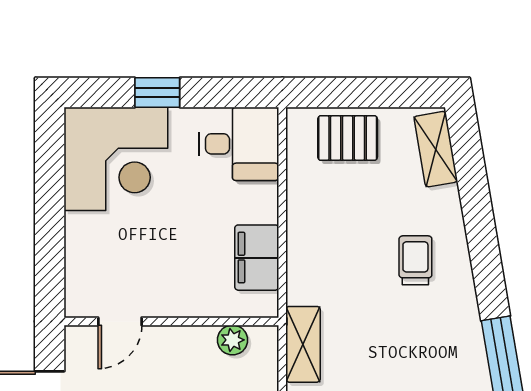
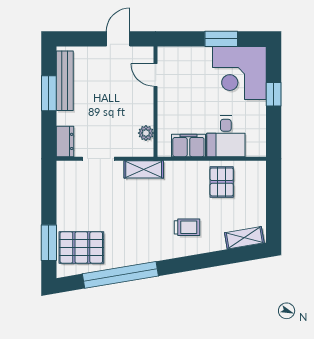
pallet: (348, 138) -> (222, 182), moved
desk: (239, 144) -> (226, 136), moved
window: (50, 194) -> (221, 39), added

